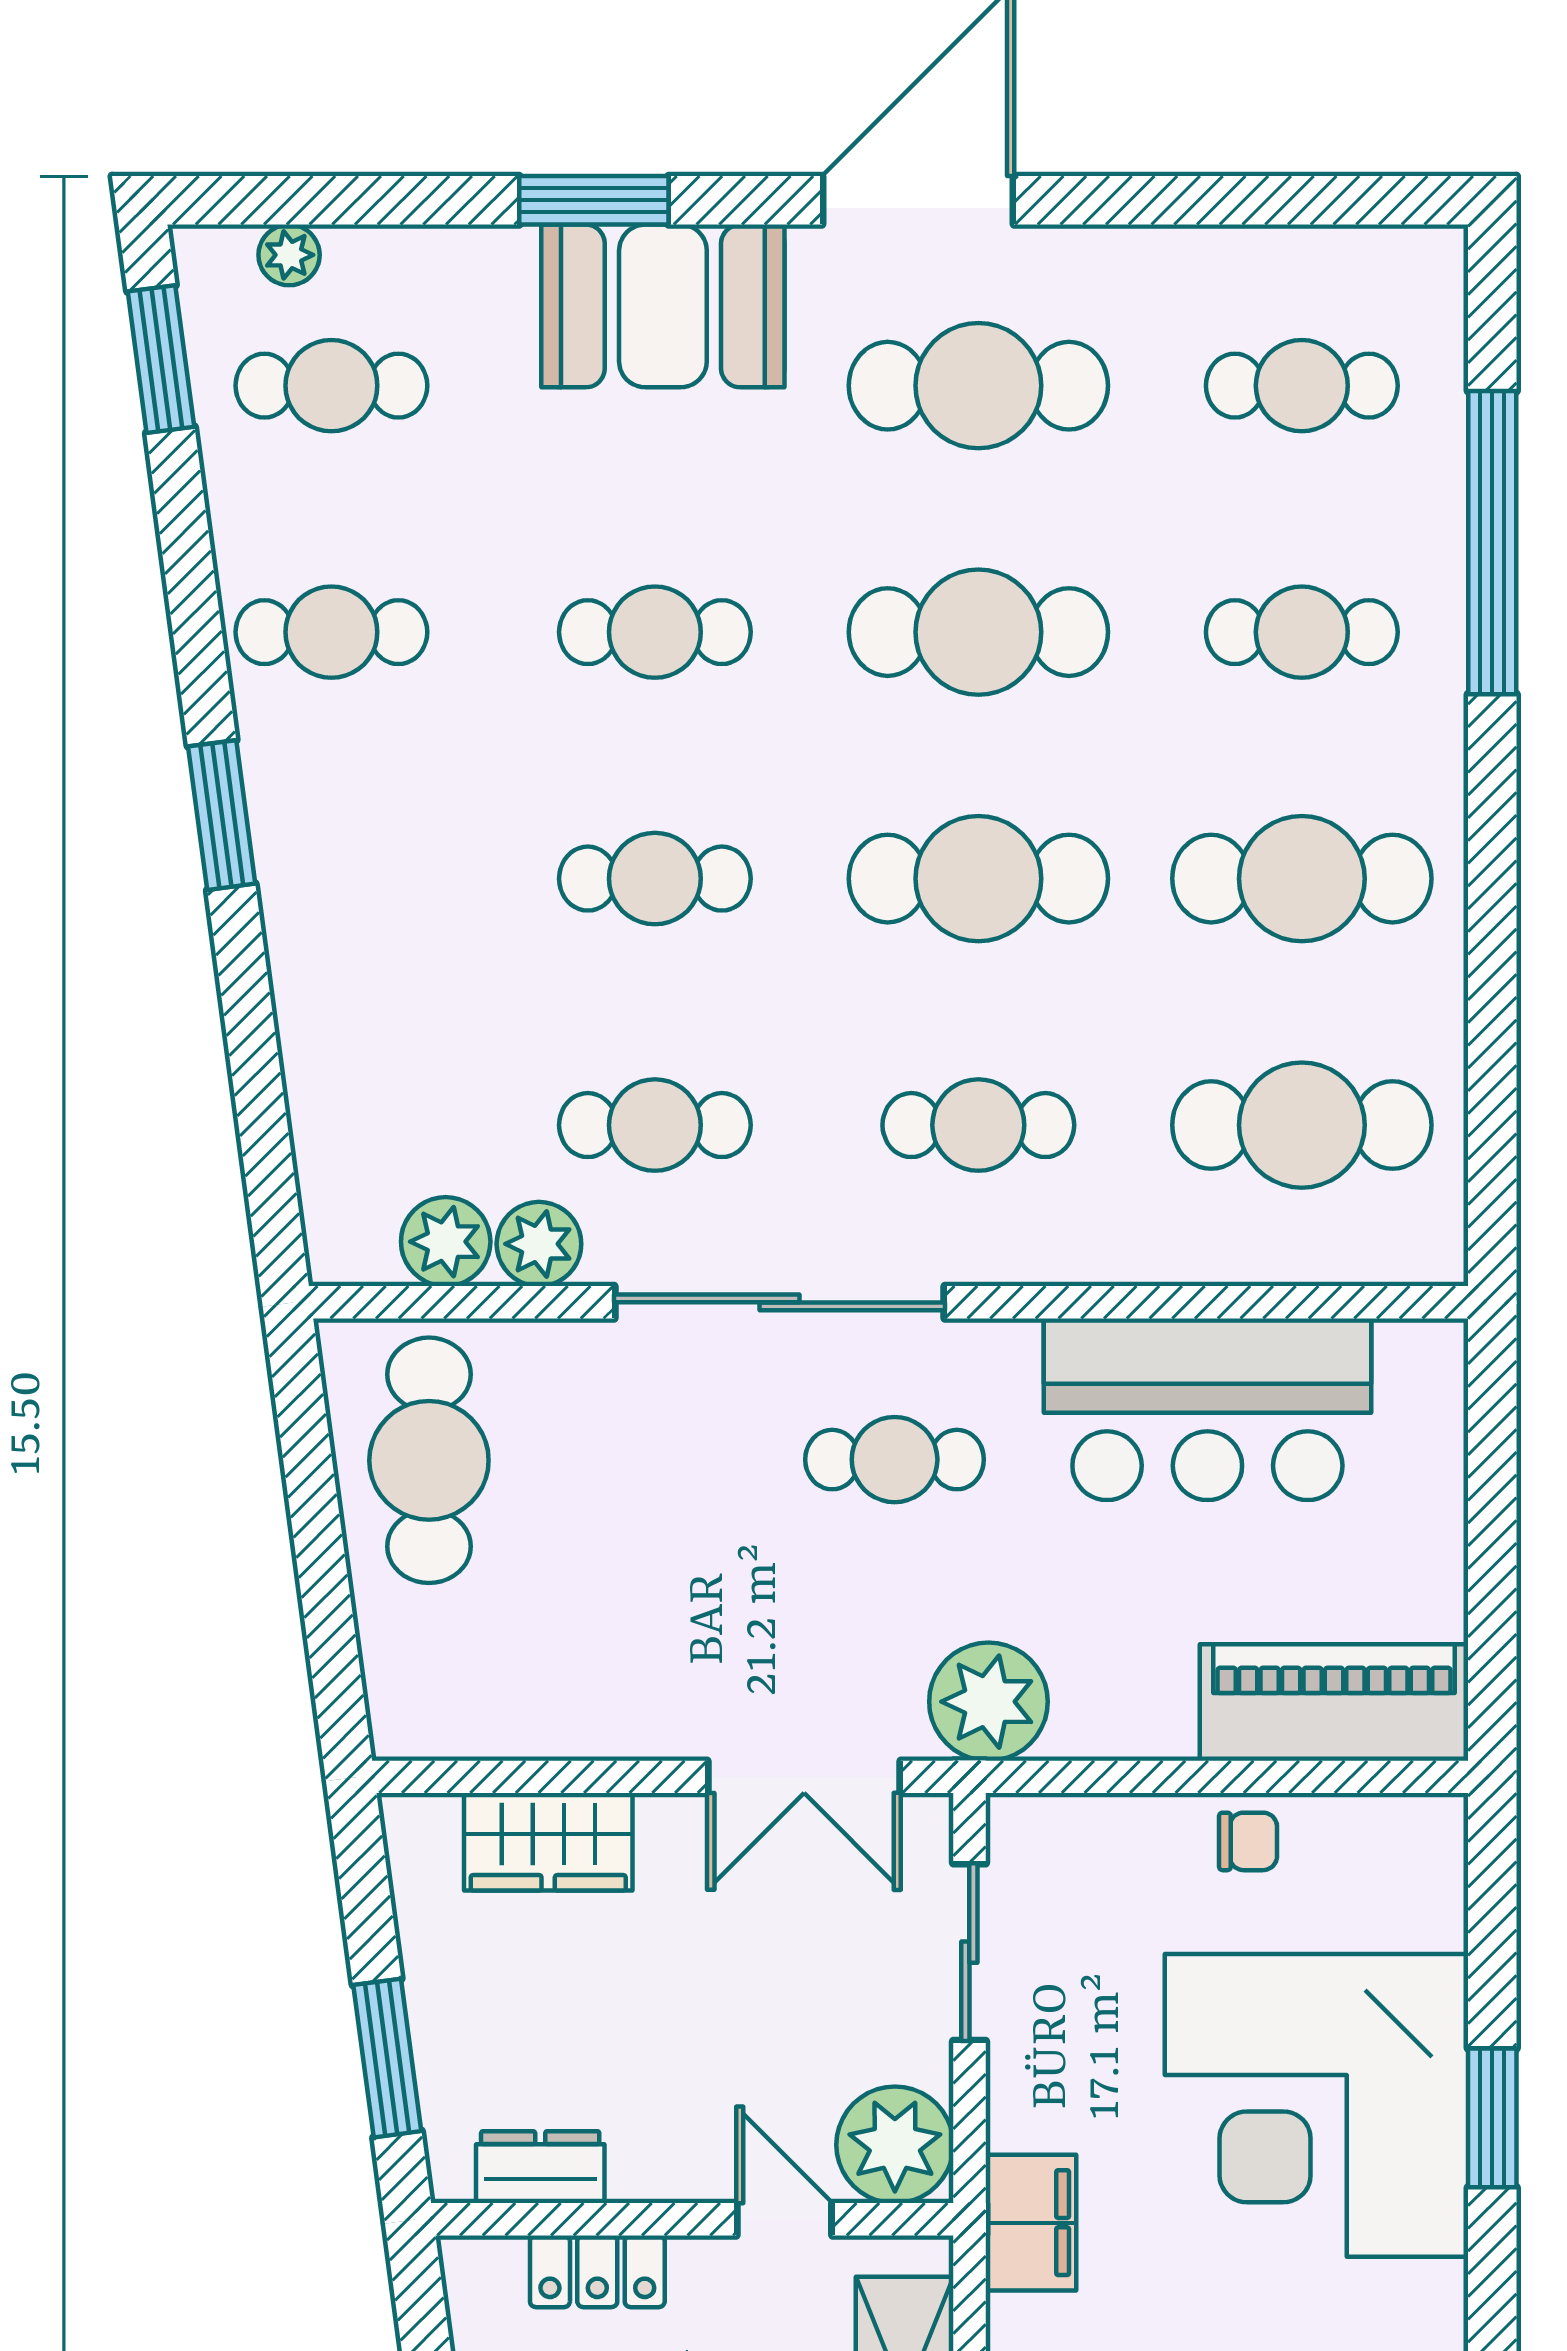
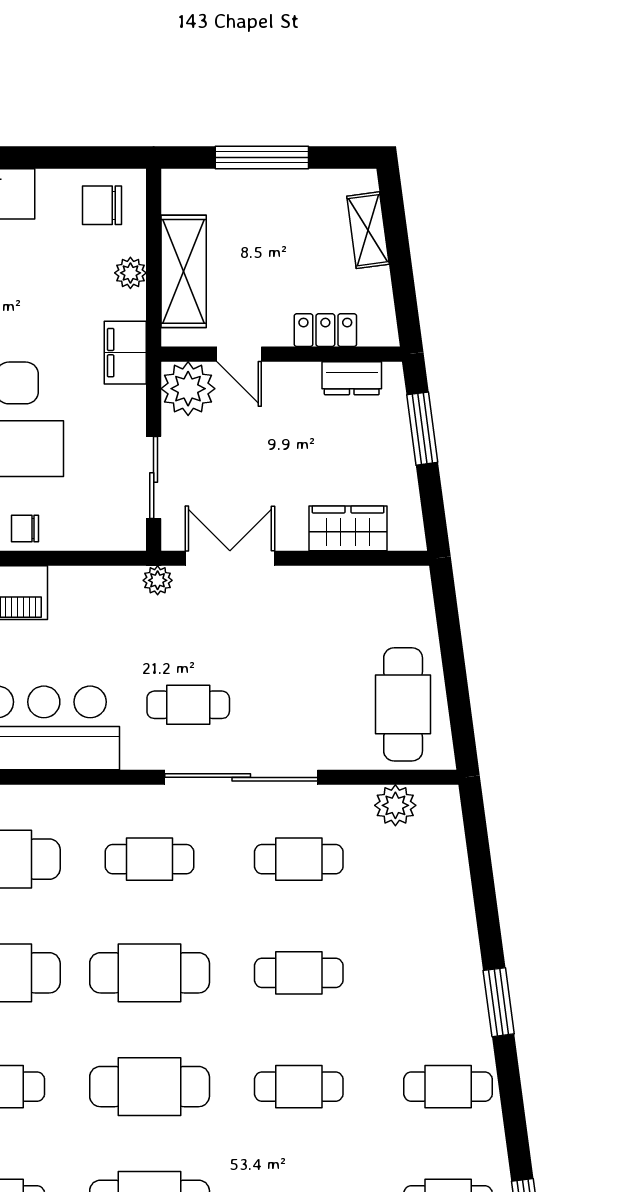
plant: (539, 1244) -> (352, 804), removed
plant: (988, 1702) -> (158, 580), width x0.53, depth x0.53

